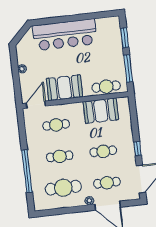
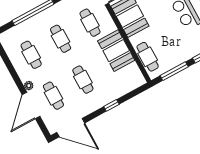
booth: (101, 111) -> (116, 51), moved
window: (137, 149) -> (111, 105), moved
cafe table: (63, 188) -> (31, 55), width x0.73, depth x0.74

